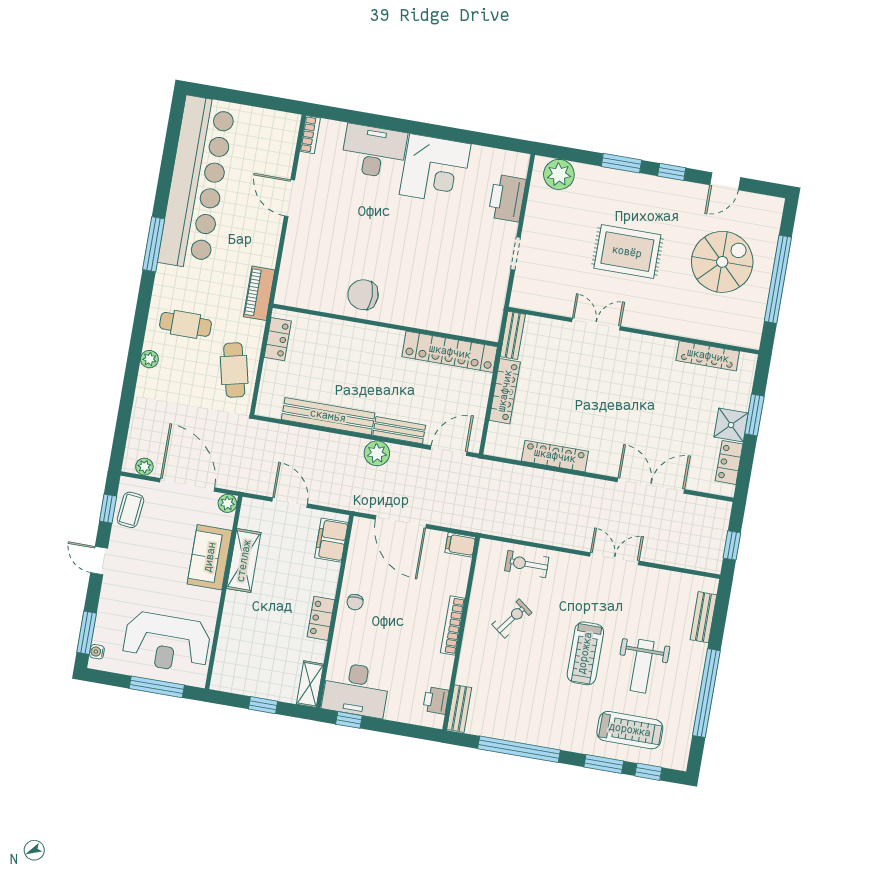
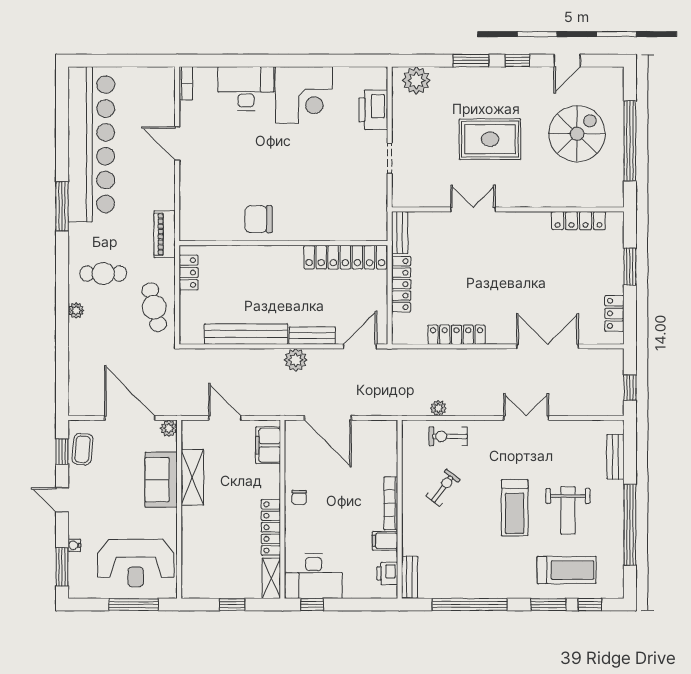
shower: (731, 425) -> (610, 279), removed
plant: (144, 467) -> (438, 408), moved
filing cabinet: (460, 545) -> (385, 541), moved
locker: (321, 618) -> (271, 527), width x1.53
water cooler: (97, 652) -> (74, 545), moved

